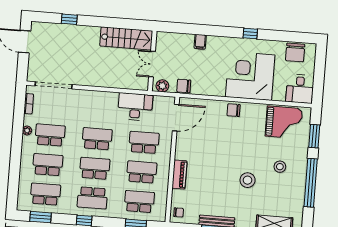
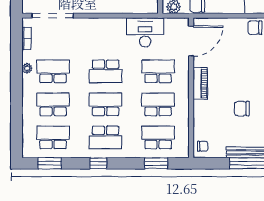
school desk: (97, 139) -> (106, 71), turned 180
piano: (179, 174) -> (200, 84), moved
chair: (216, 182) -> (242, 109), added

